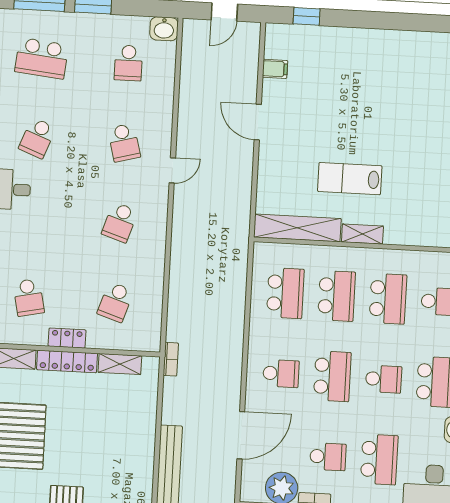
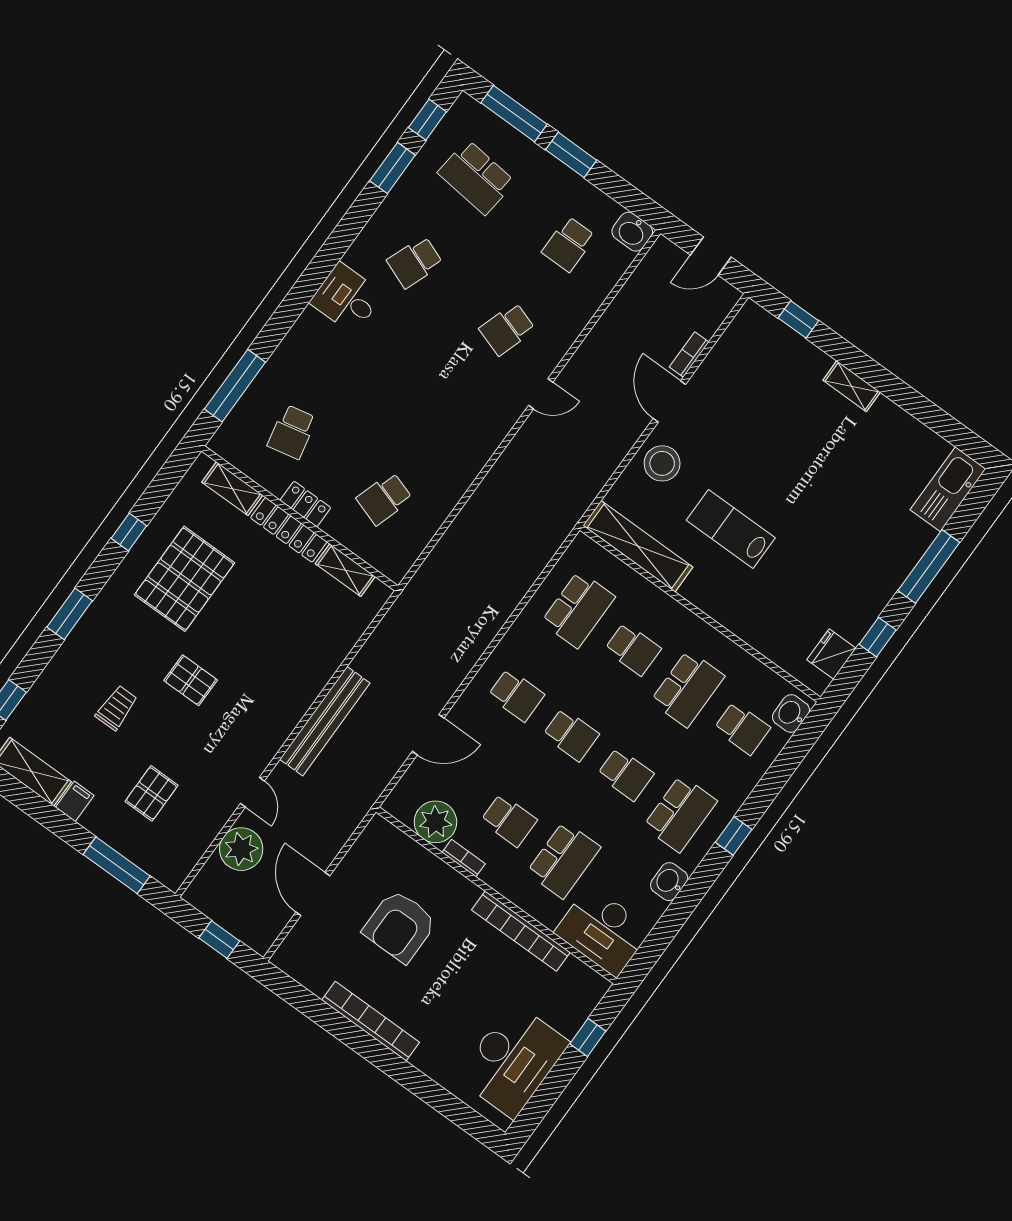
filing cabinet: (275, 69) -> (726, 355), removed
school desk: (124, 143) -> (507, 329), turned 33
stool: (279, 165) -> (662, 463), added
school desk: (120, 222) -> (446, 414), removed
shelving: (362, 234) -> (852, 386), moved
school desk: (337, 296) -> (633, 649), width x0.54
bookcase: (171, 359) -> (689, 355), moved, turned 180
school desk: (332, 376) -> (571, 735), width x0.54
door: (241, 435) -> (428, 735), width x0.73

